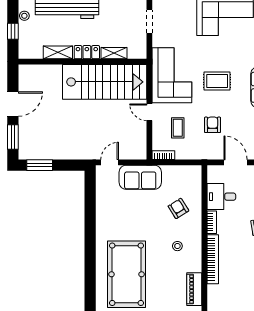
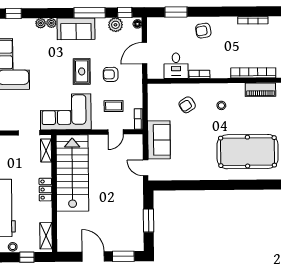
doorway: (149, 21) -> (29, 133), moved
shelving: (58, 52) -> (46, 236), moved
shelving: (114, 53) -> (46, 150), moved
rug: (217, 81) -> (82, 71), moved
door: (149, 112) -> (116, 132), moved
window: (40, 165) -> (149, 221), moved
bookcase: (213, 259) -> (253, 73), moved

